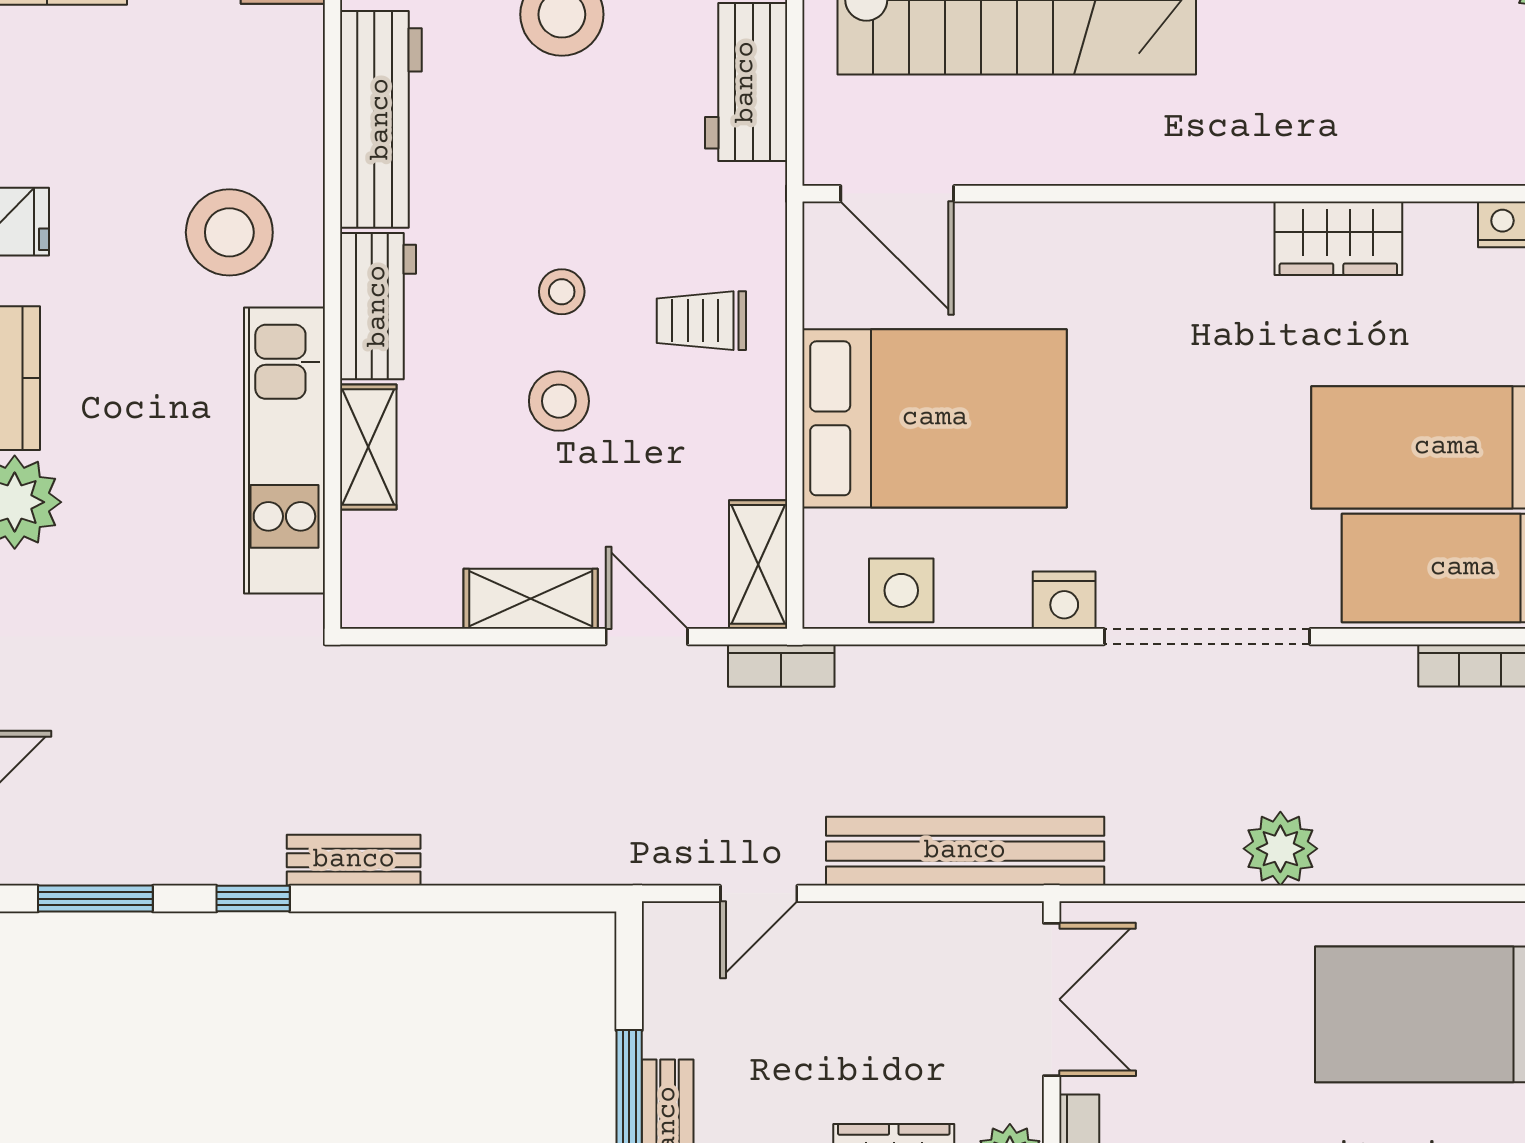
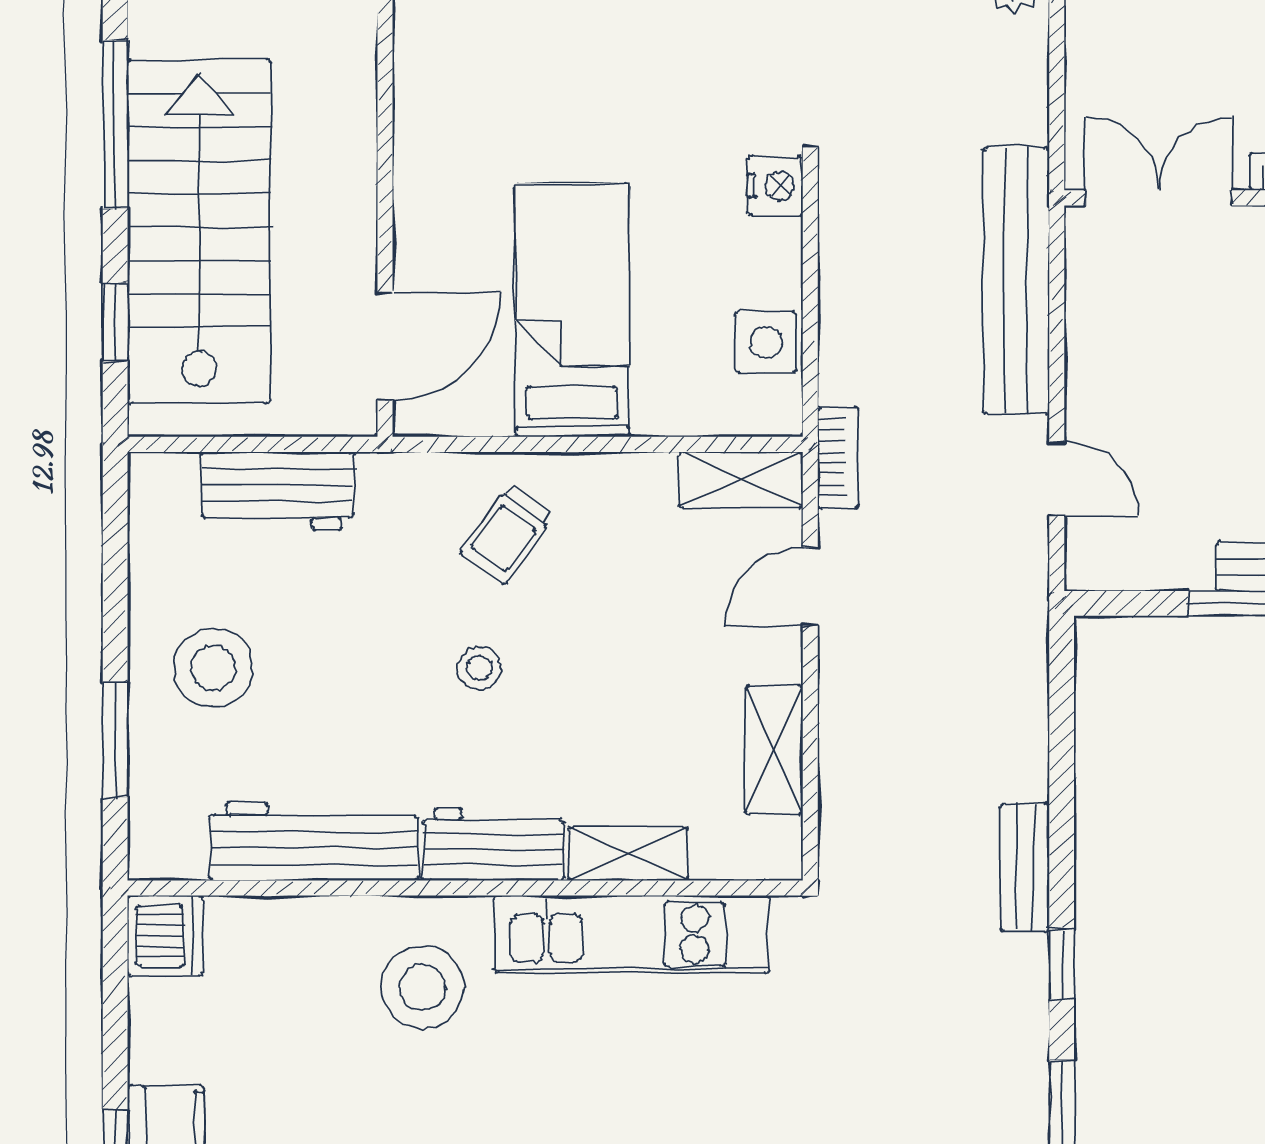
trolley: (701, 321) -> (507, 534), turned 36
stool: (559, 401) -> (584, 671), removed
bed: (935, 418) -> (572, 310), width x0.67
shelving: (531, 599) -> (774, 750), moved

